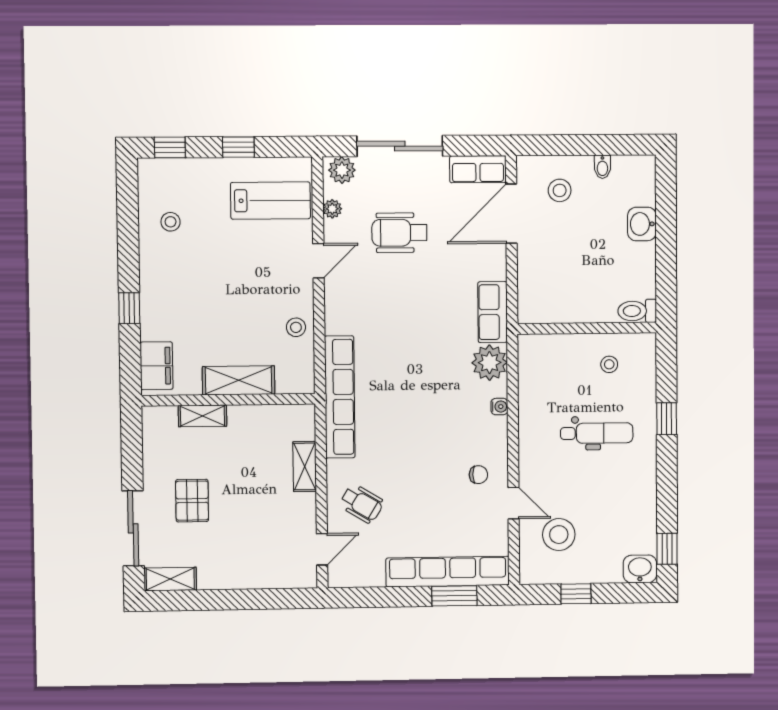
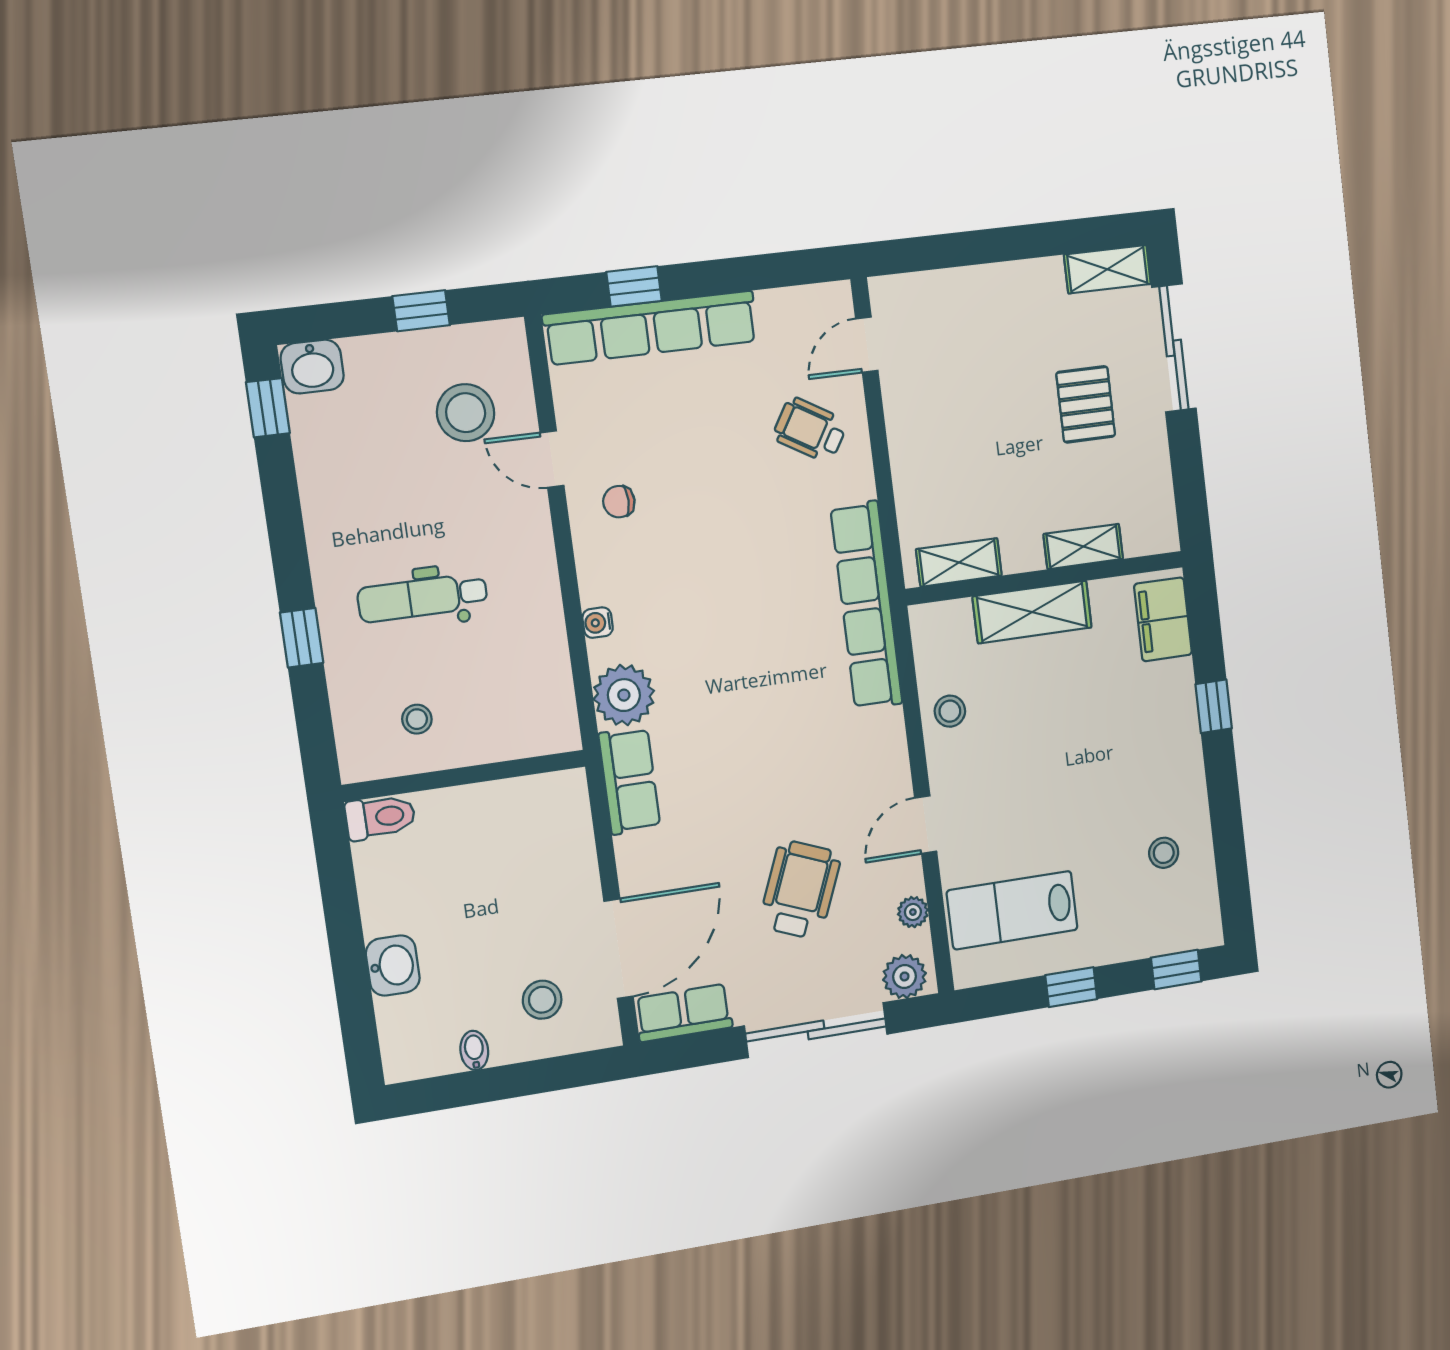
wheelchair: (399, 233) -> (800, 890), turned -68
shelving: (305, 467) -> (959, 562), moved, turned 90
window: (454, 596) -> (634, 286), width x0.67

